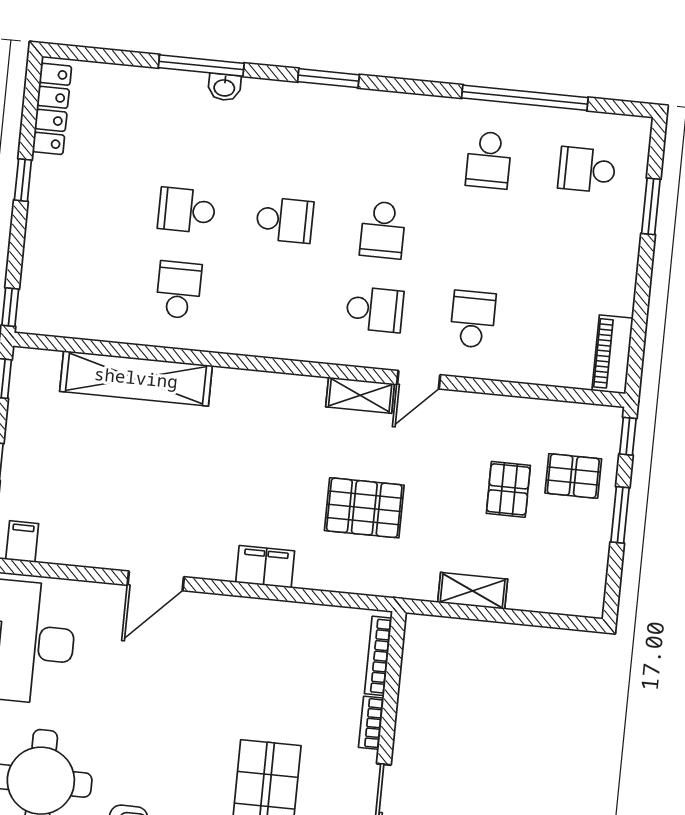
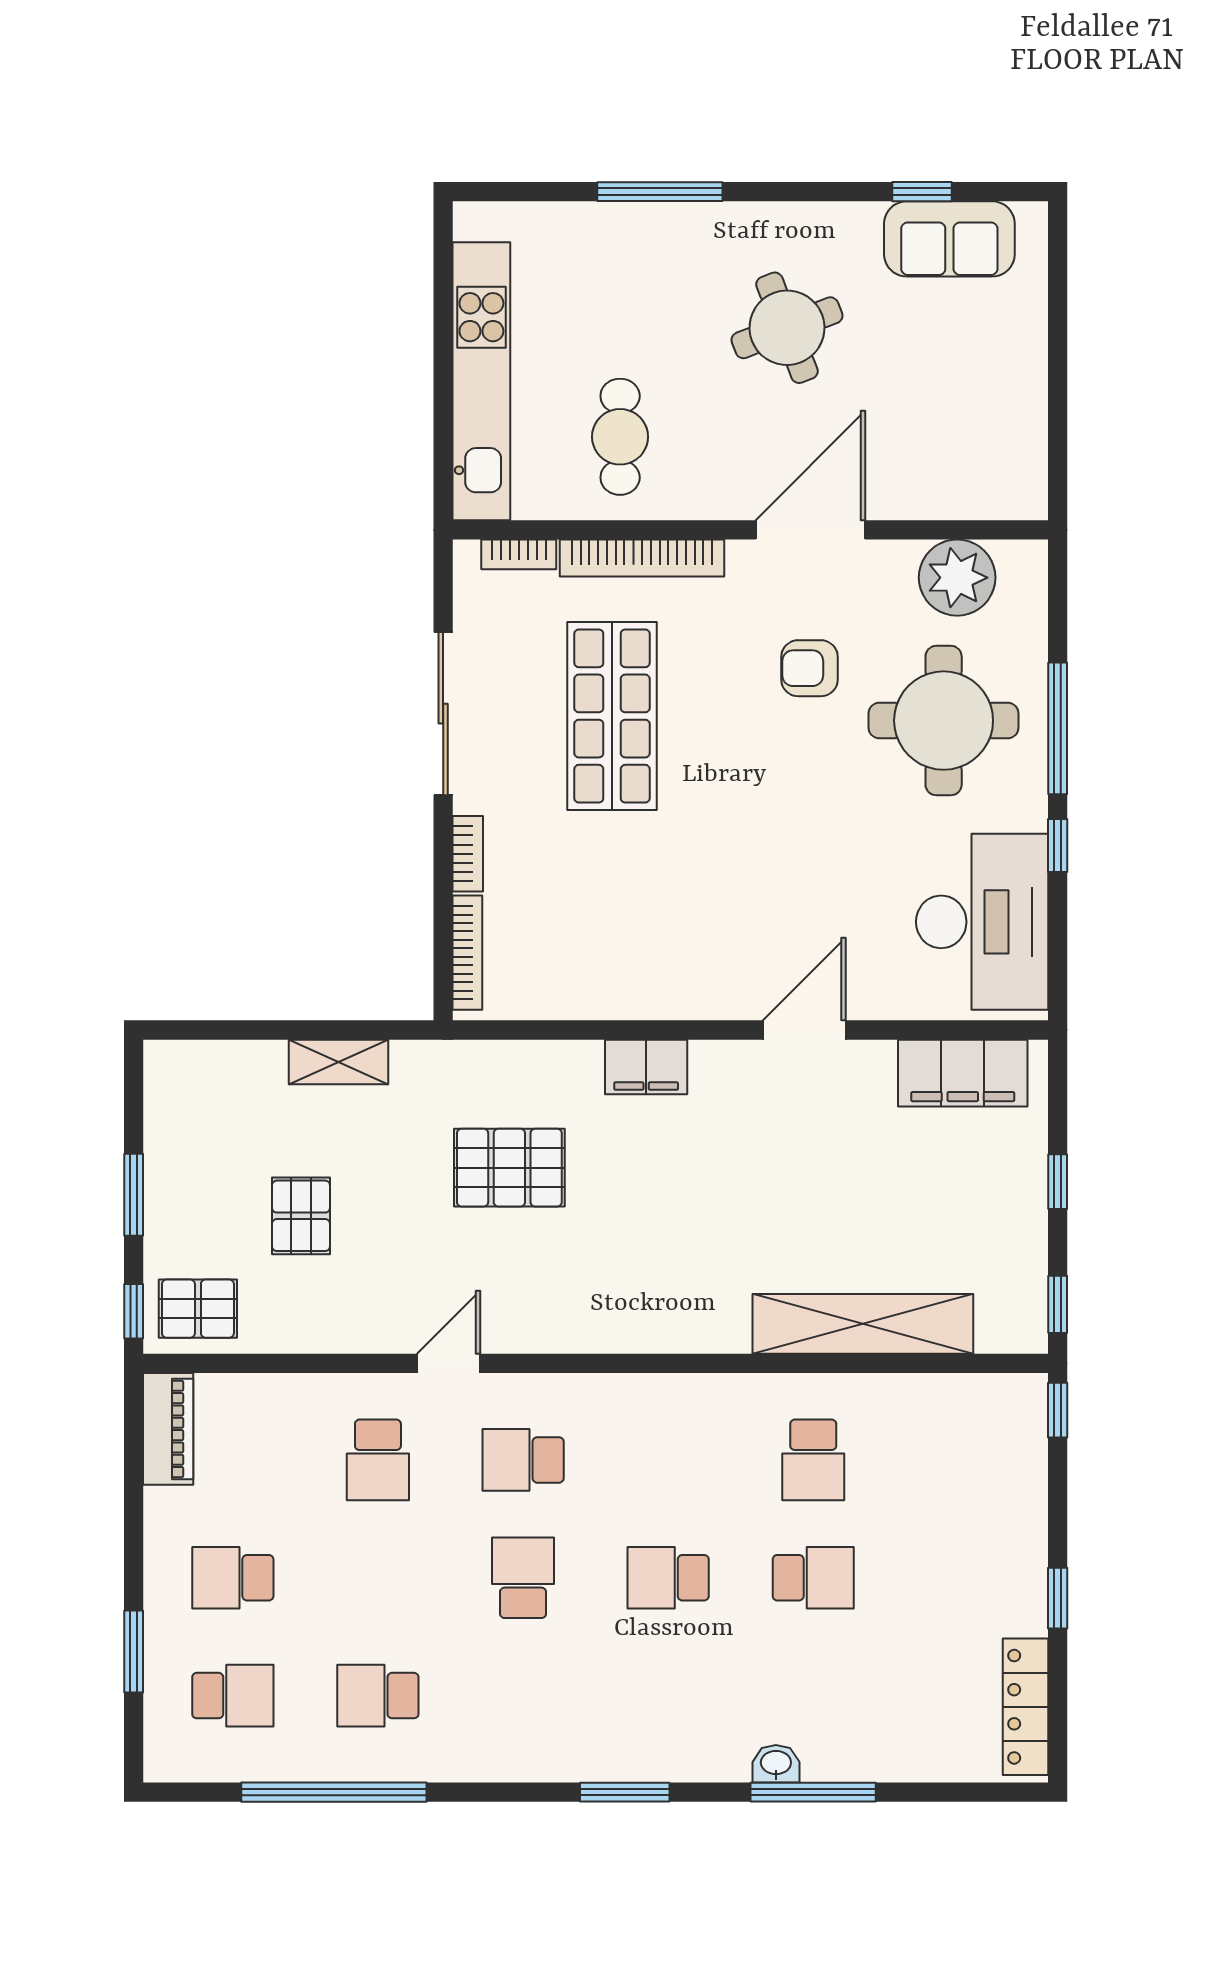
school desk: (489, 160) -> (378, 1696), turned -90
school desk: (579, 249) -> (233, 1578), added
shelving: (360, 395) -> (532, 1332), removed
pallet: (573, 476) -> (198, 1309), moved
filing cabinet: (22, 541) -> (963, 1073), width x3.00, depth x1.17

